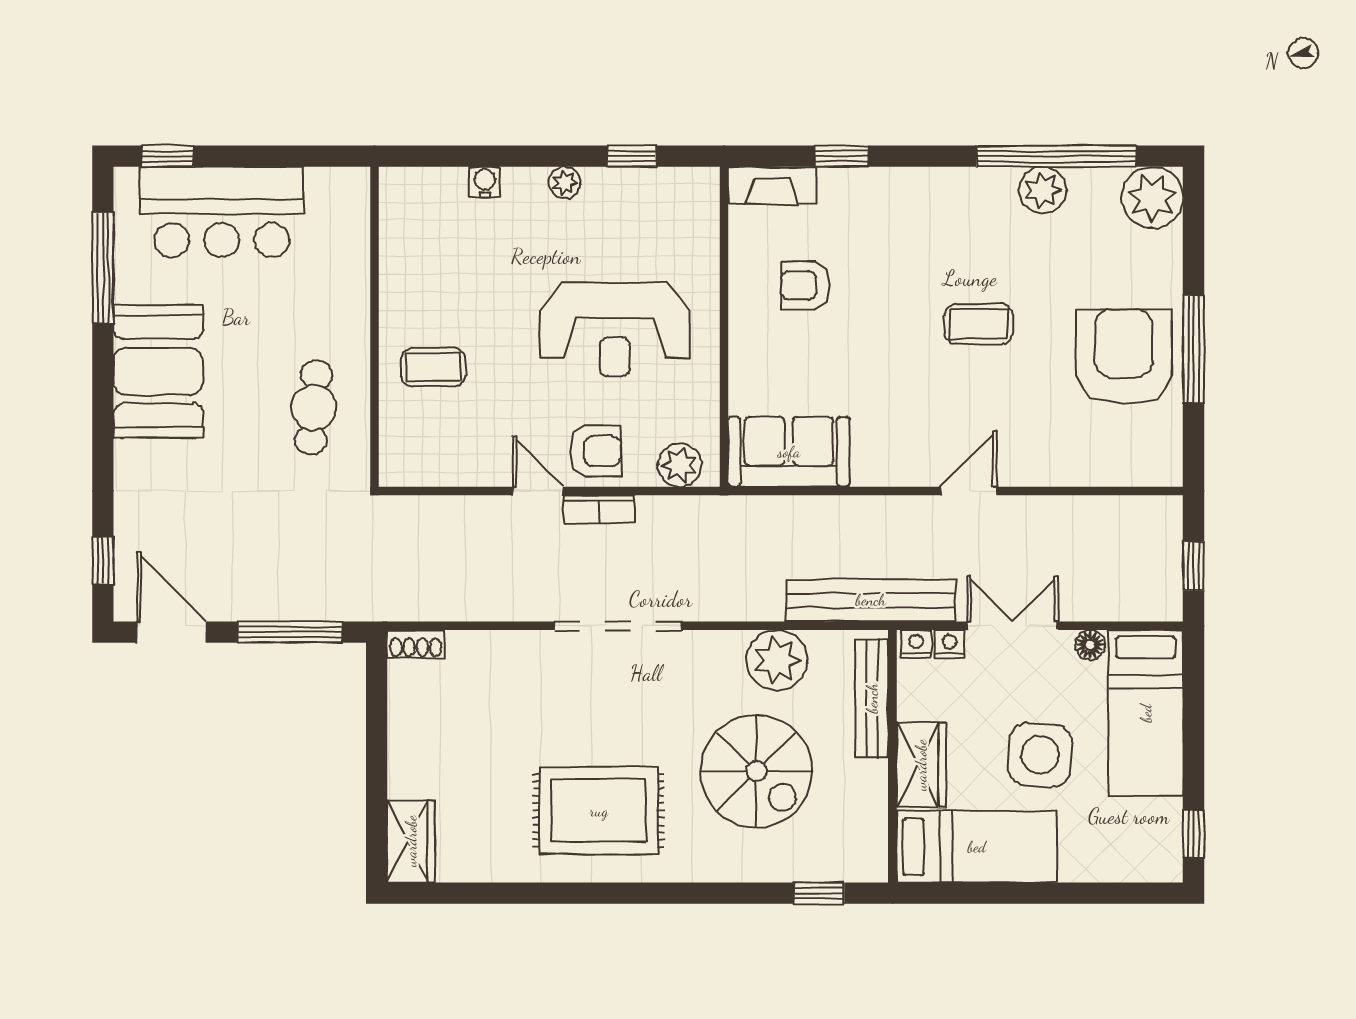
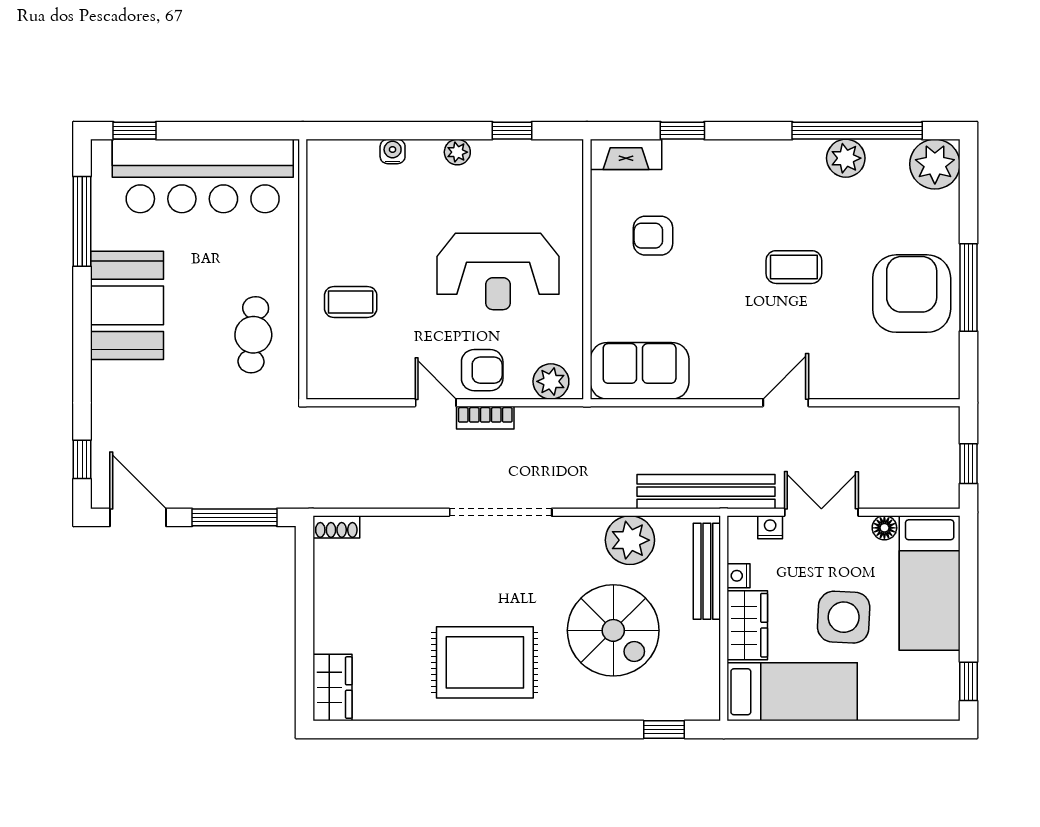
bar counter: (222, 212) -> (203, 176), width x1.36
nightstand: (916, 644) -> (739, 576), moved, turned -90

